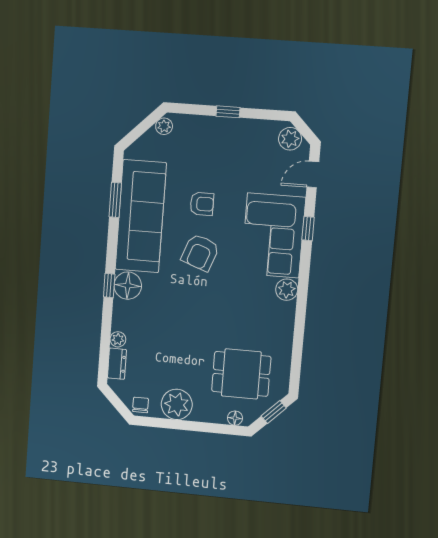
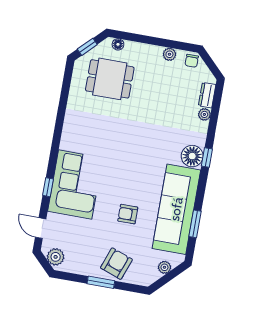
window: (228, 112) -> (101, 282), width x1.50
plant: (164, 126) -> (164, 267), moved
door: (313, 174) -> (41, 228), swing flipped
armchair: (200, 252) -> (116, 264), moved
plant: (287, 290) -> (69, 142), removed
plant: (177, 404) -> (169, 54), width x0.53, depth x0.53

